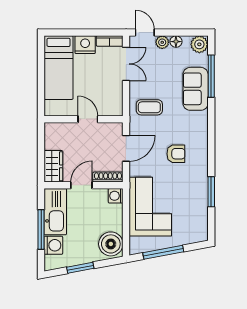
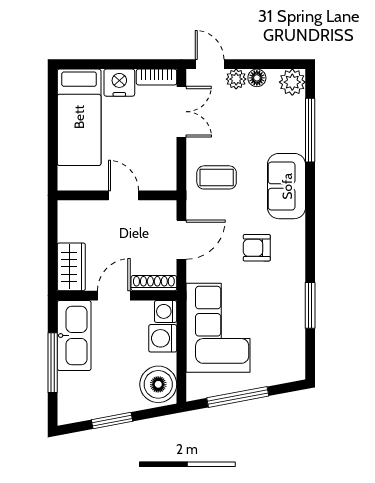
sofa: (196, 89) -> (287, 186), moved
armchair: (176, 154) -> (257, 248), turned 180
washing machine: (53, 245) -> (163, 338), moved, turned 180

